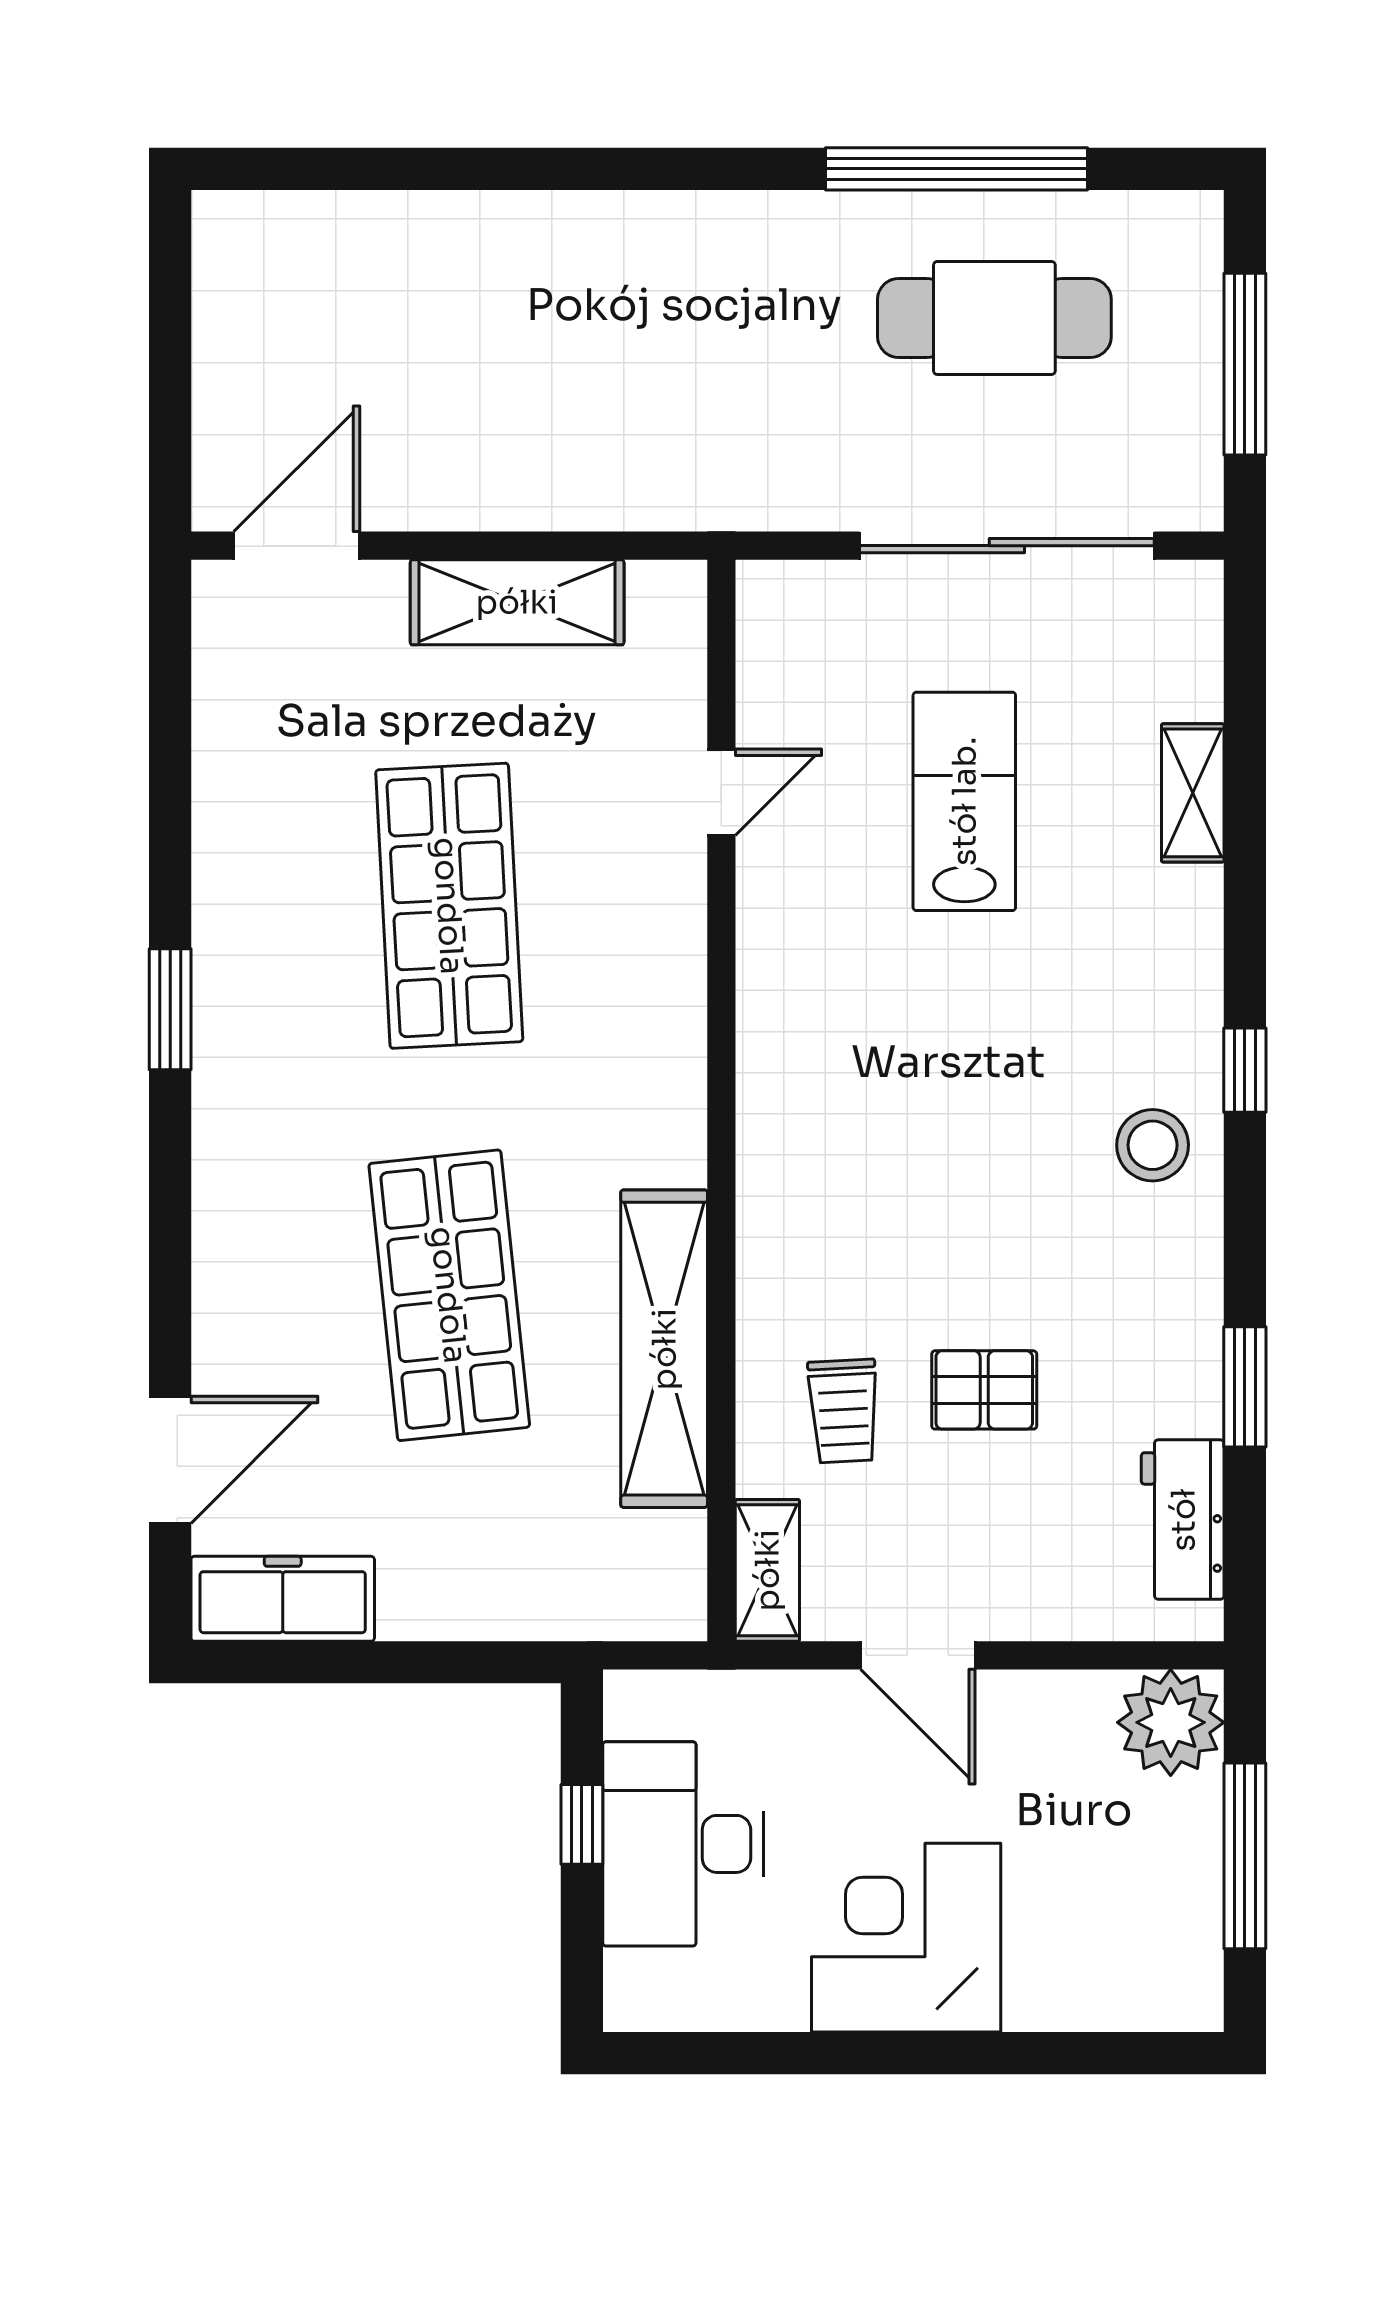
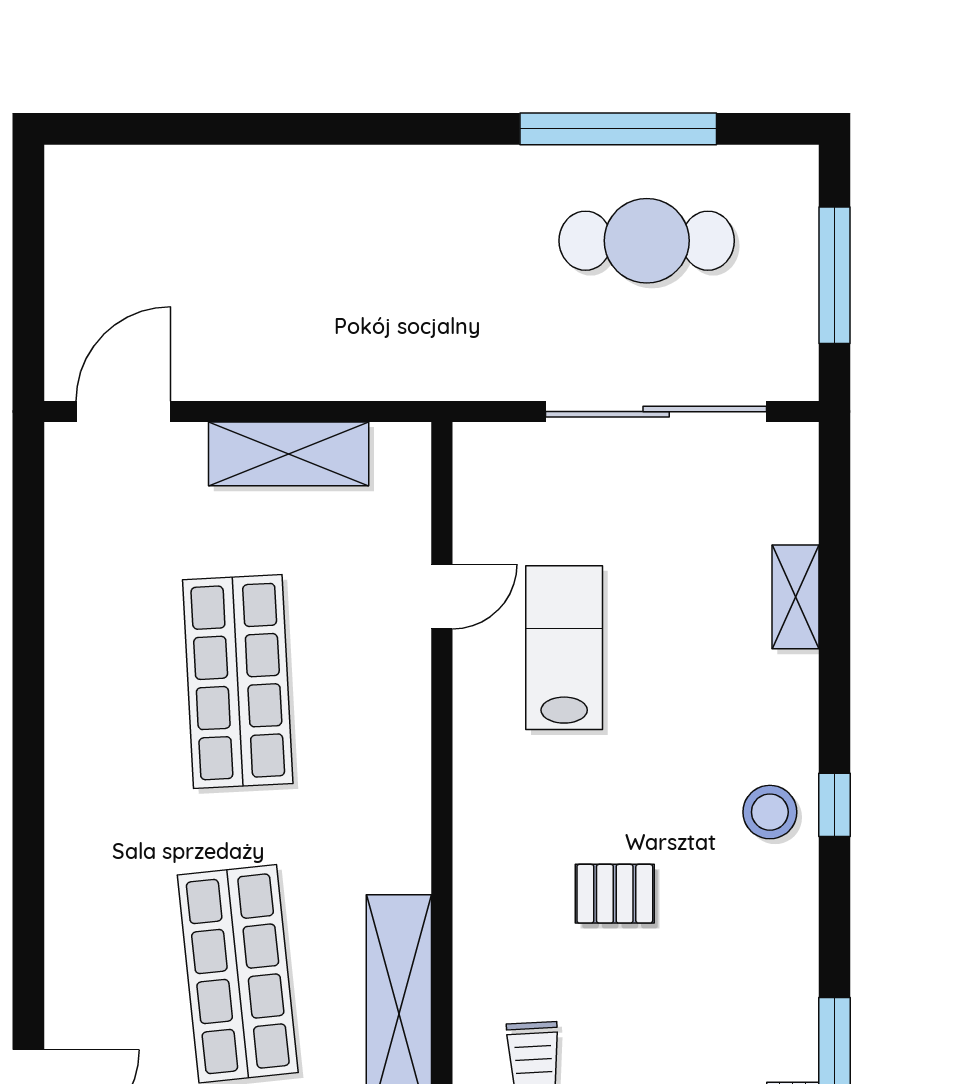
lab bench: (964, 801) -> (564, 648), moved
window: (170, 1009) -> (28, 759), removed
stool: (1153, 1145) -> (770, 812), moved
pallet: (984, 1390) -> (615, 894), moved

